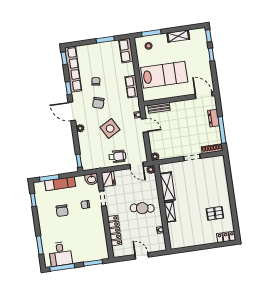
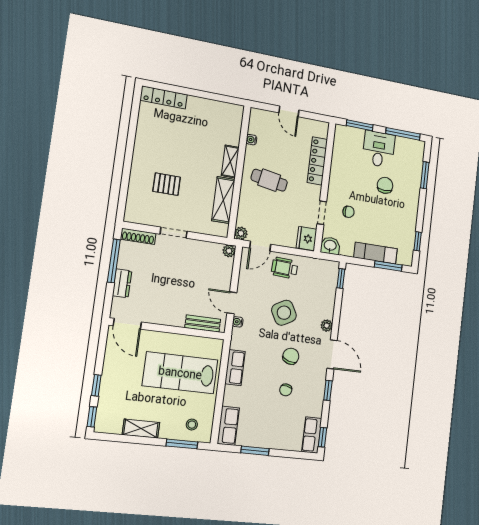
row of seats: (73, 69) -> (312, 435), width x0.50
door: (137, 165) -> (260, 246), swing flipped
chair: (62, 211) -> (385, 185), moved
pallet: (215, 213) -> (167, 184), moved
locker: (226, 237) -> (164, 97), width x1.53
desk: (60, 254) -> (379, 149), moved

